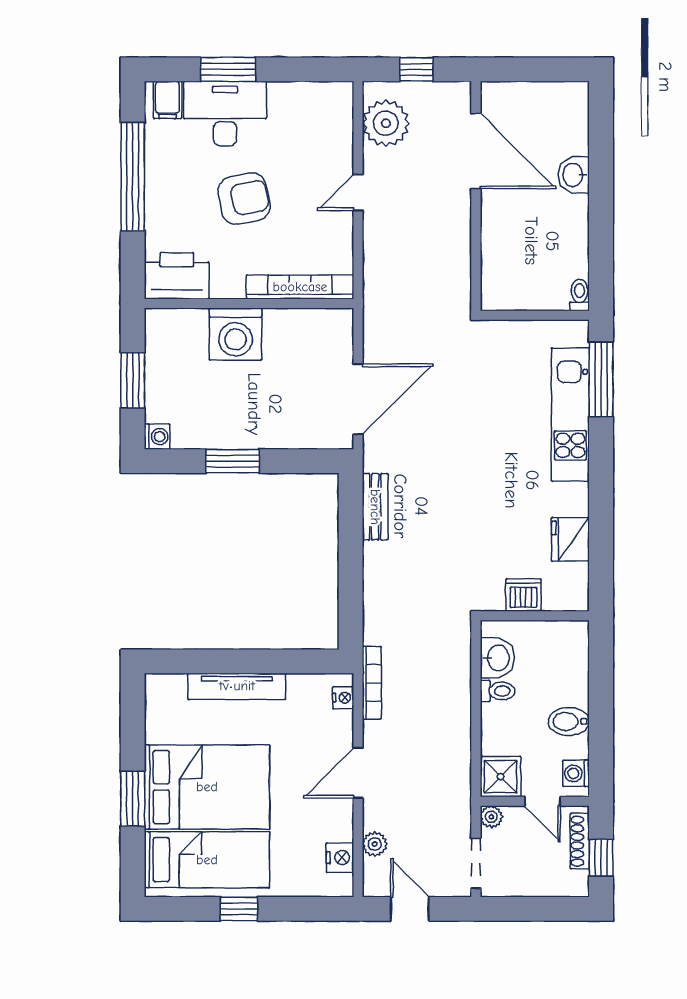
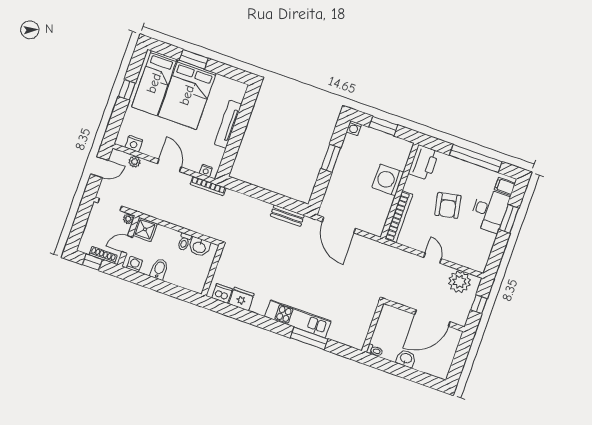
toilet: (580, 295) -> (375, 351), moved
wall: (535, 315) -> (373, 327), moved
dishwasher: (523, 595) -> (222, 293), moved, turned -90

